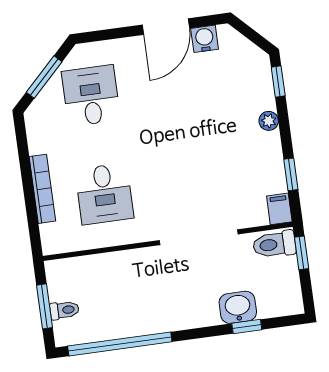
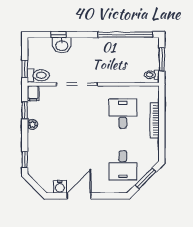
plant: (269, 121) -> (32, 124), moved
toilet: (64, 310) -> (152, 75), moved

